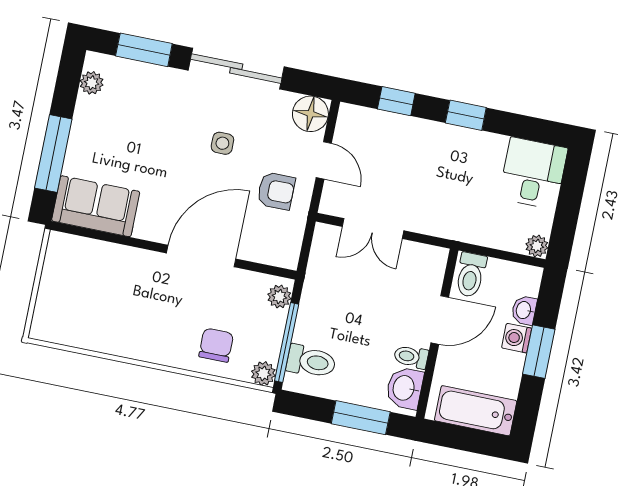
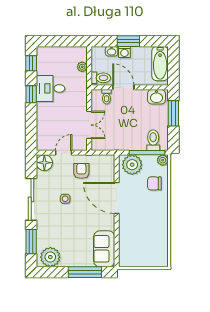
plant: (92, 83) -> (50, 257), width x1.87, depth x1.87
window: (396, 101) -> (31, 63), moved
desk: (533, 173) -> (51, 88), moved
plant: (537, 246) -> (82, 67), moved
plant: (279, 297) -> (132, 165), width x1.88, depth x1.88
toilet: (411, 357) -> (106, 97), moved

